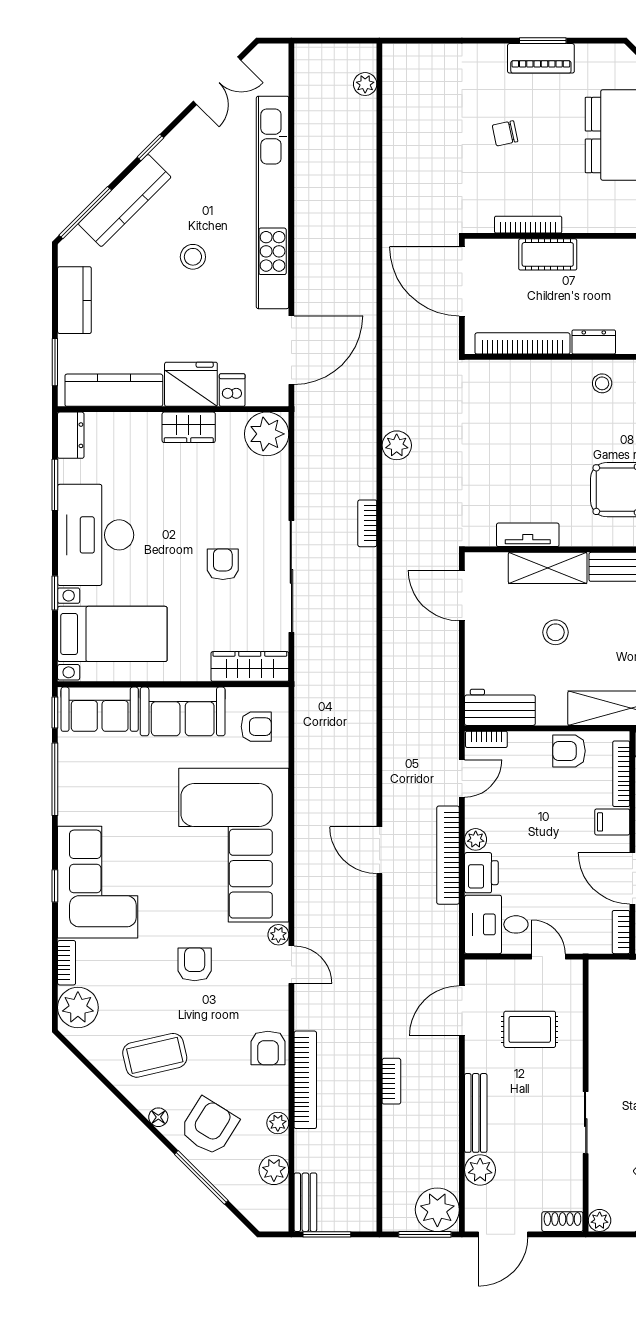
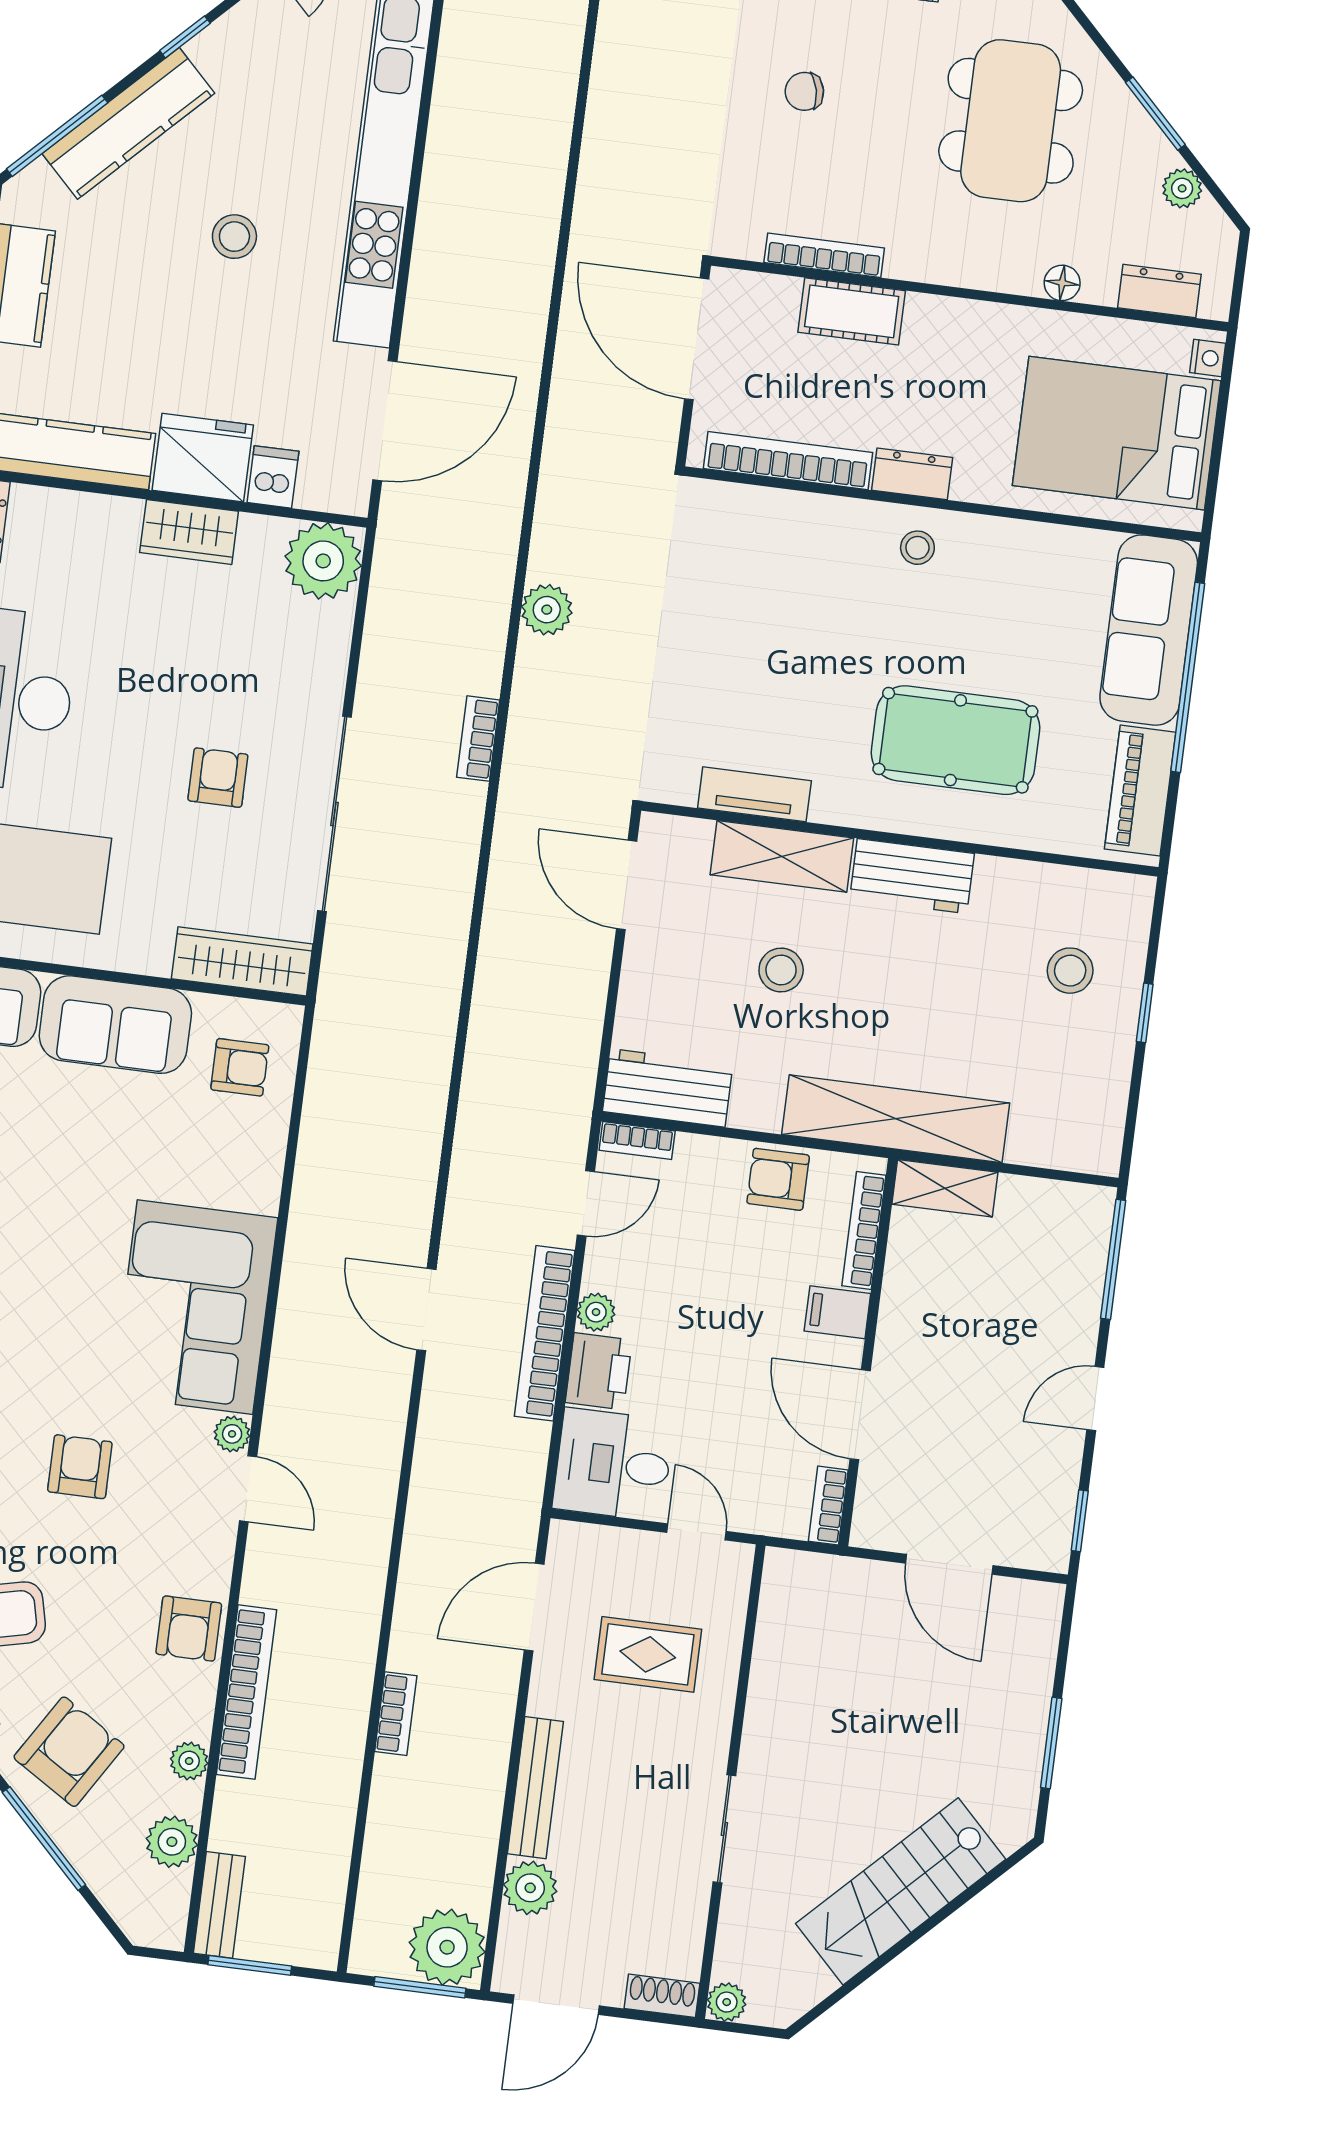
corner sofa: (234, 845) -> (195, 1307), width x0.73, depth x0.74

